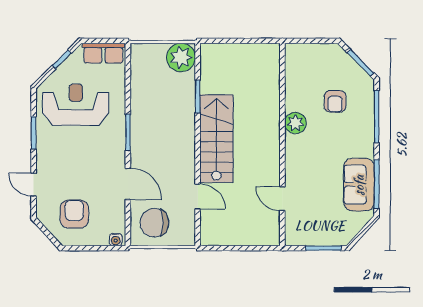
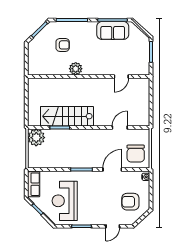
stairs: (216, 139) -> (67, 116), moved

